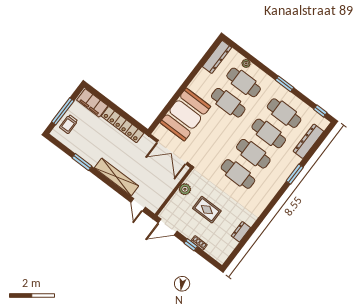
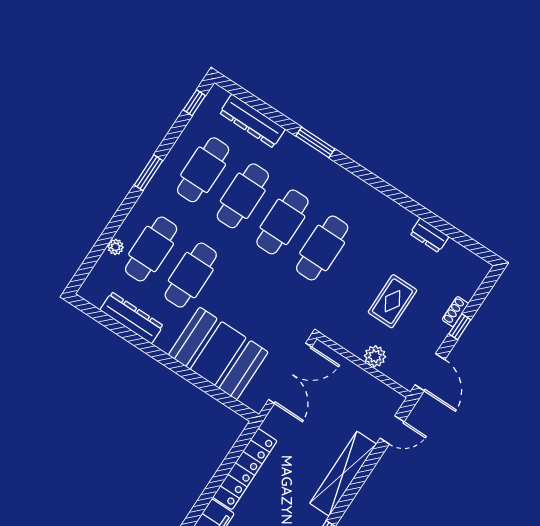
dresser: (217, 57) -> (132, 318), moved
plant: (185, 189) -> (375, 356), moved

